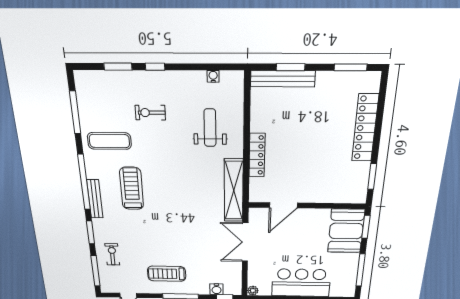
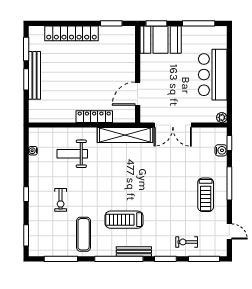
window: (118, 67) -> (26, 235), moved
window: (291, 67) -> (26, 79), moved
bench: (283, 79) -> (34, 75), moved
door: (283, 205) -> (138, 94), swing flipped

